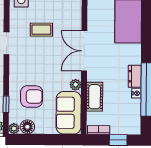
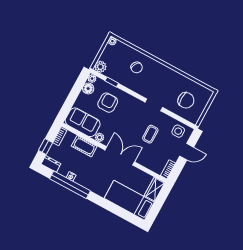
dresser: (135, 76) -> (51, 164), moved
armchair: (32, 96) -> (108, 103), turned 180

